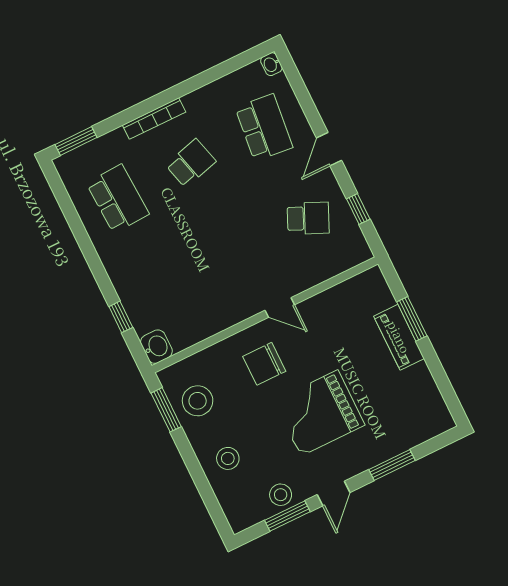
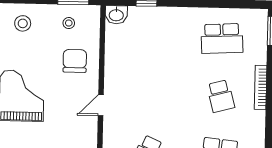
chair: (264, 364) -> (75, 61), moved
stool: (198, 401) -> (69, 23), width x0.53, depth x0.53

